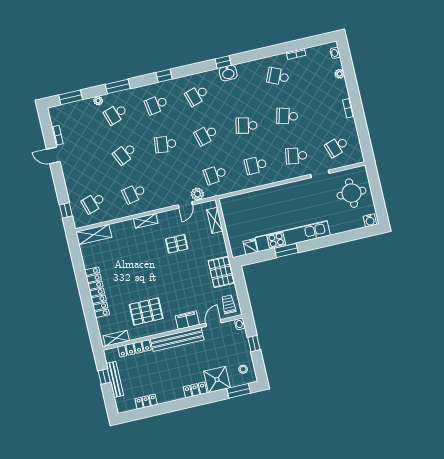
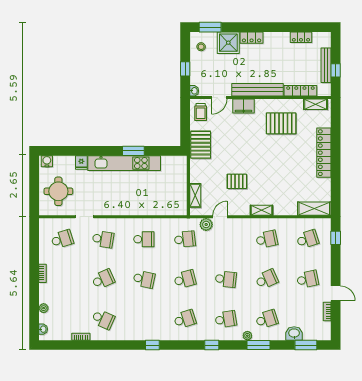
washbasin: (228, 73) -> (294, 333), moved
plant: (98, 101) -> (247, 336), moved
school desk: (287, 116) -> (103, 279), turned -39
school desk: (84, 163) -> (308, 279), added
fridge: (250, 247) -> (81, 162), moved

